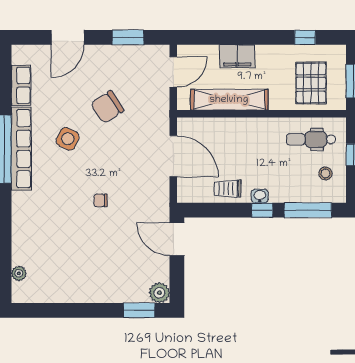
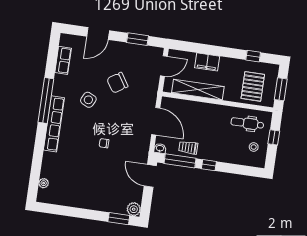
row of seats: (21, 149) -> (54, 124), moved
washbasin: (260, 196) -> (160, 148), moved
window: (308, 210) -> (180, 161), moved

